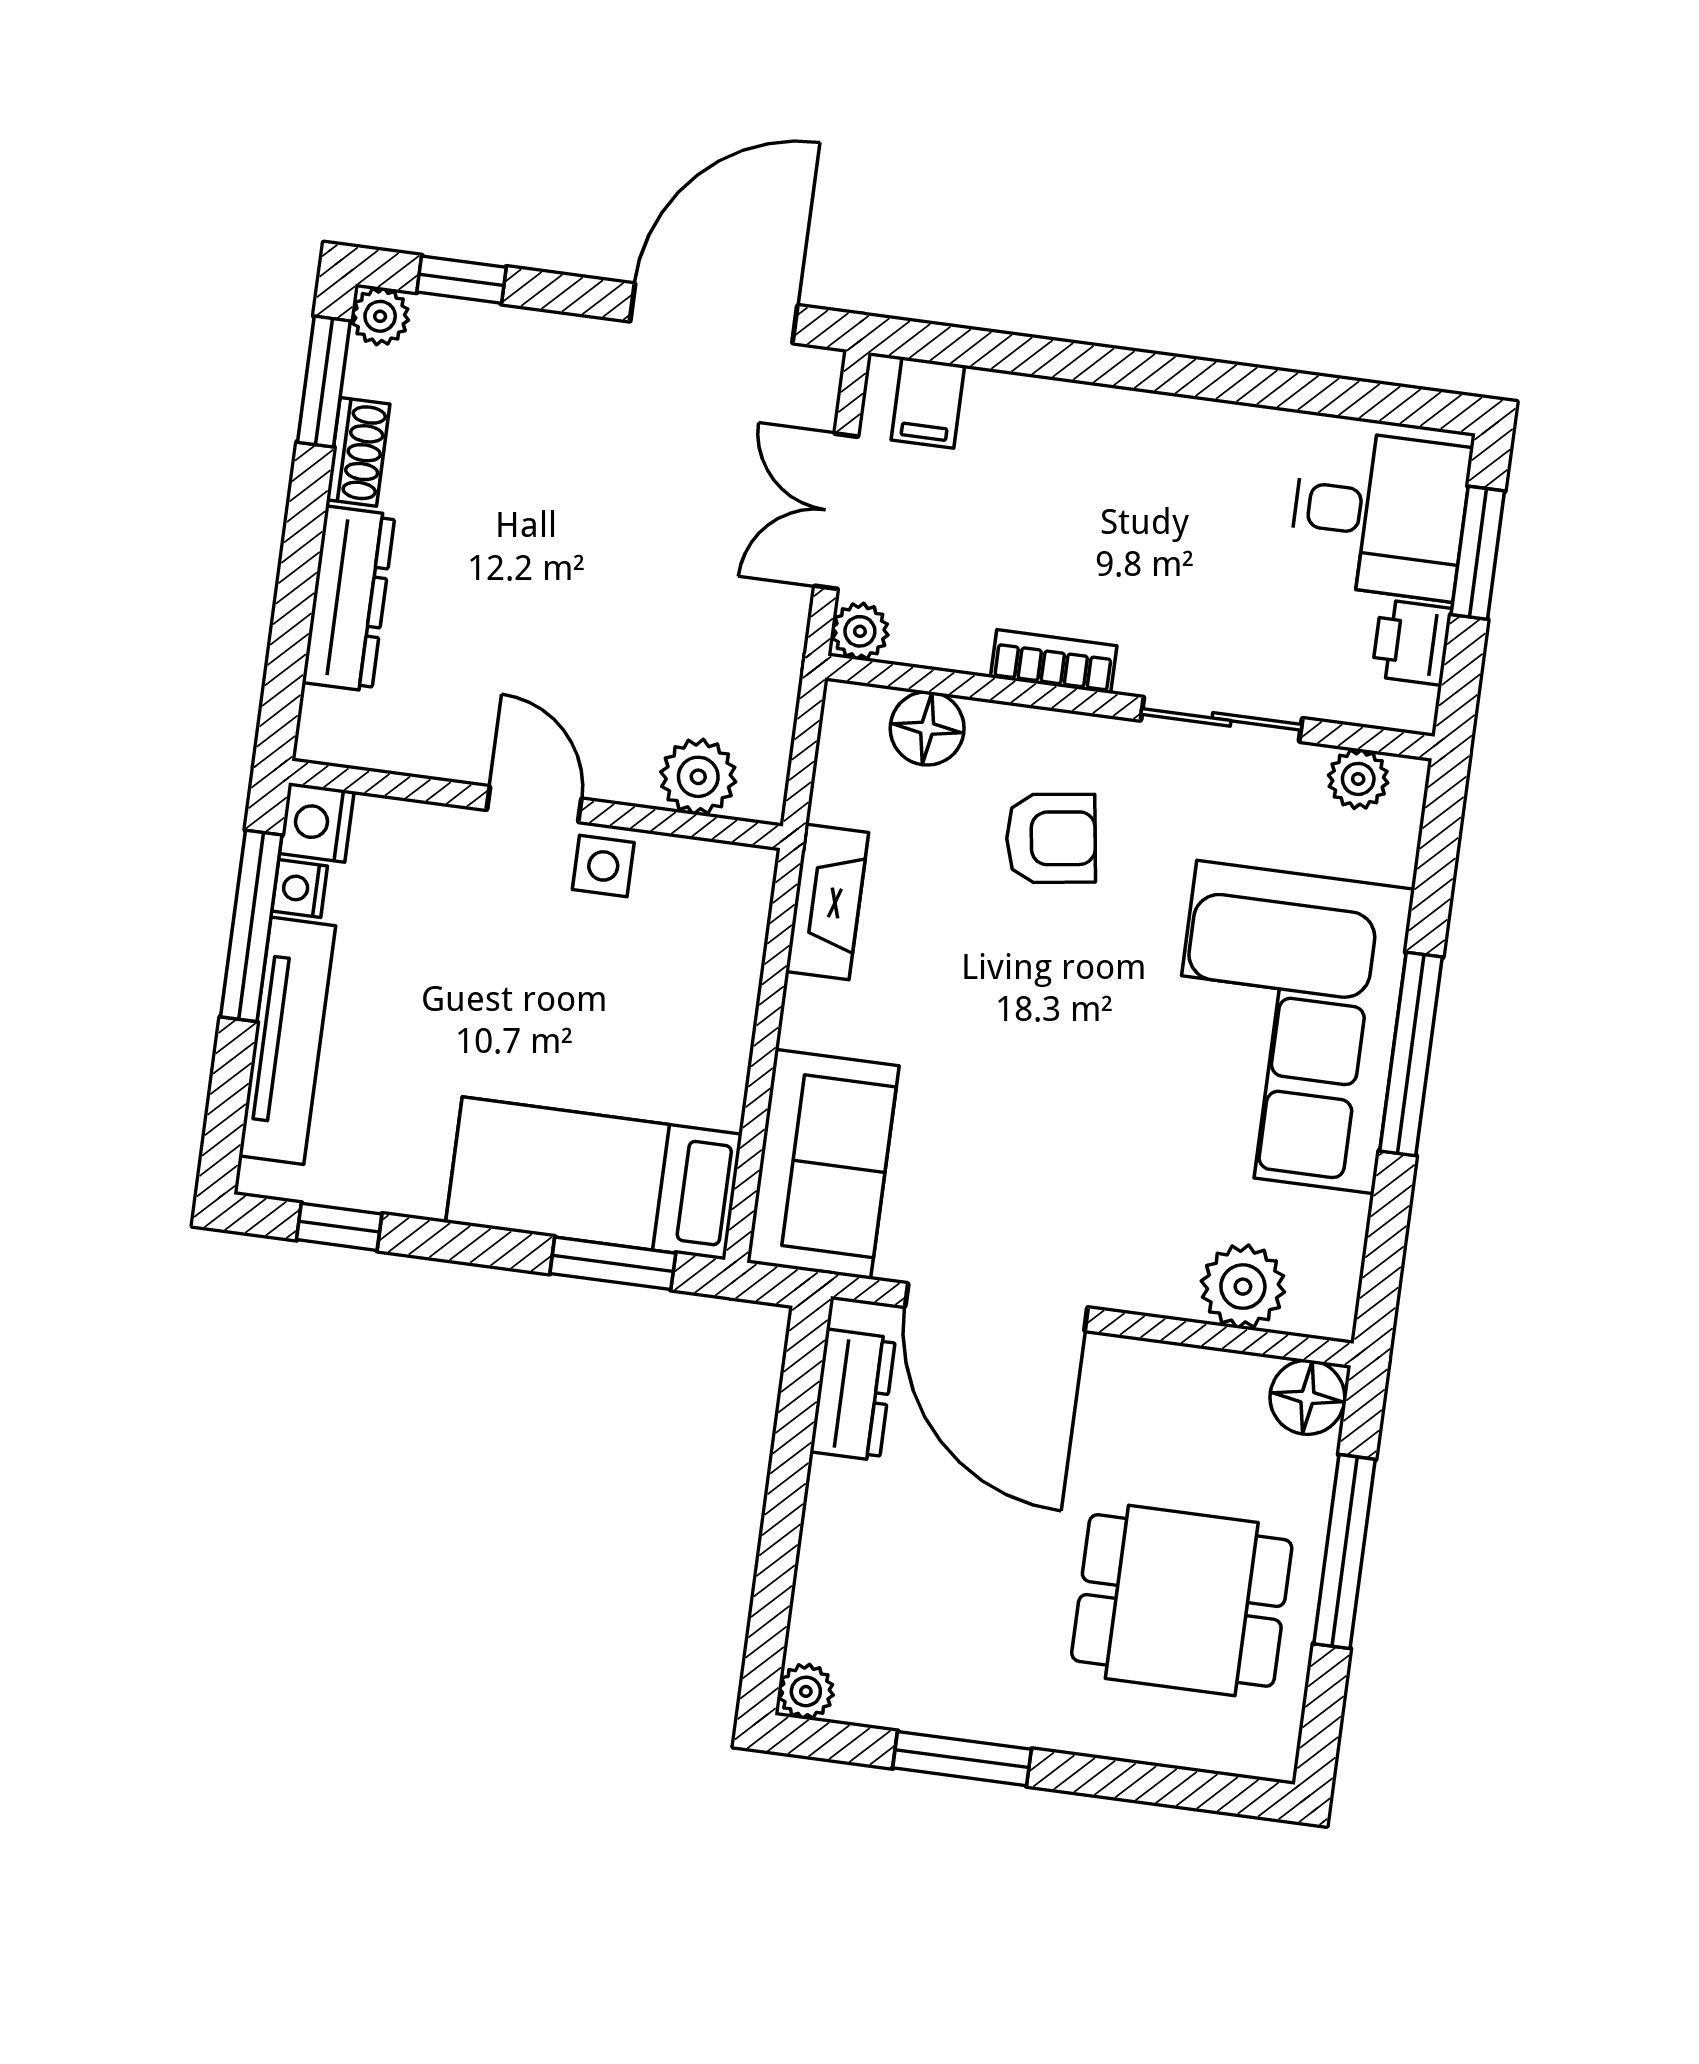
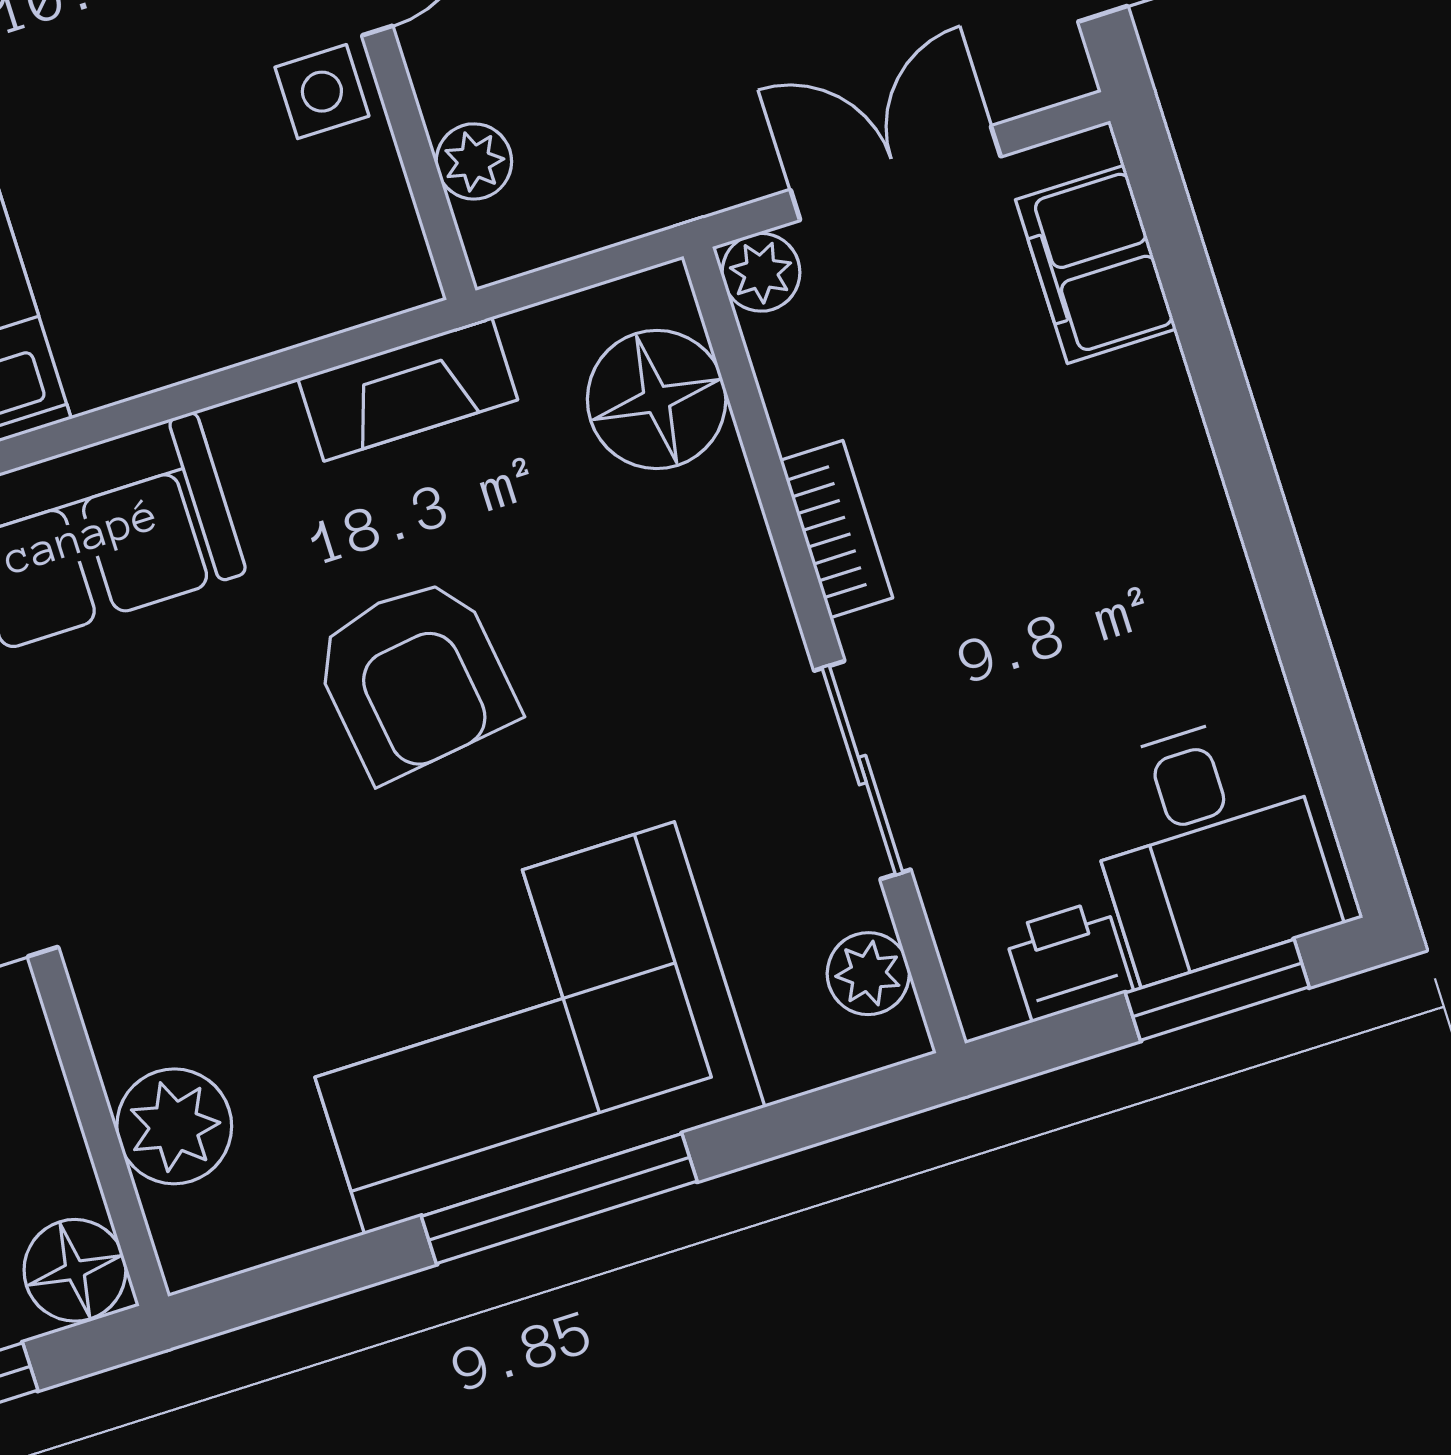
filing cabinet: (928, 403) -> (1096, 264), width x2.00
floor lamp: (927, 728) -> (657, 399), width x1.38, depth x1.38
plant: (698, 777) -> (474, 161), width x0.73, depth x0.73
armchair: (1051, 838) -> (414, 678), moved, width x1.38, depth x1.38

